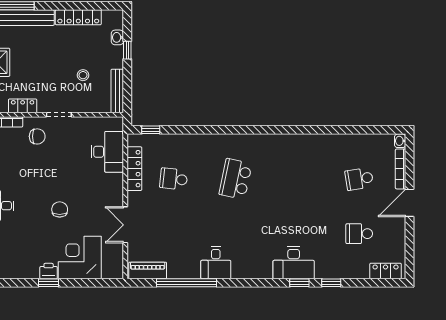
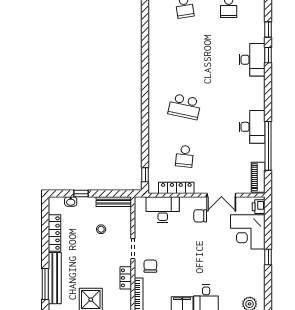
chair: (60, 209) -> (200, 216), moved
desk: (216, 263) -> (252, 127), width x1.37
printer: (49, 271) -> (259, 207), moved

